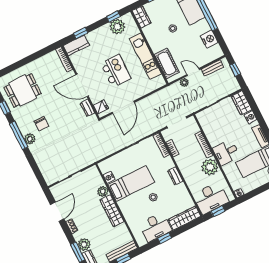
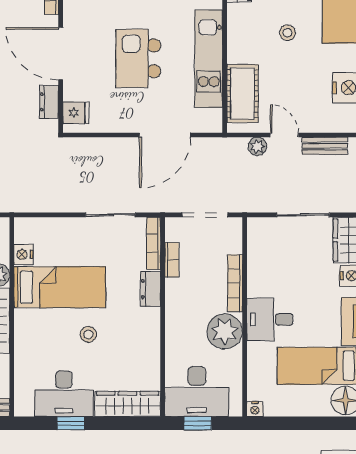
kitchen island: (116, 71) -> (138, 58), turned 180
door: (123, 107) -> (165, 135), moved
dresser: (175, 176) -> (151, 289), moved

